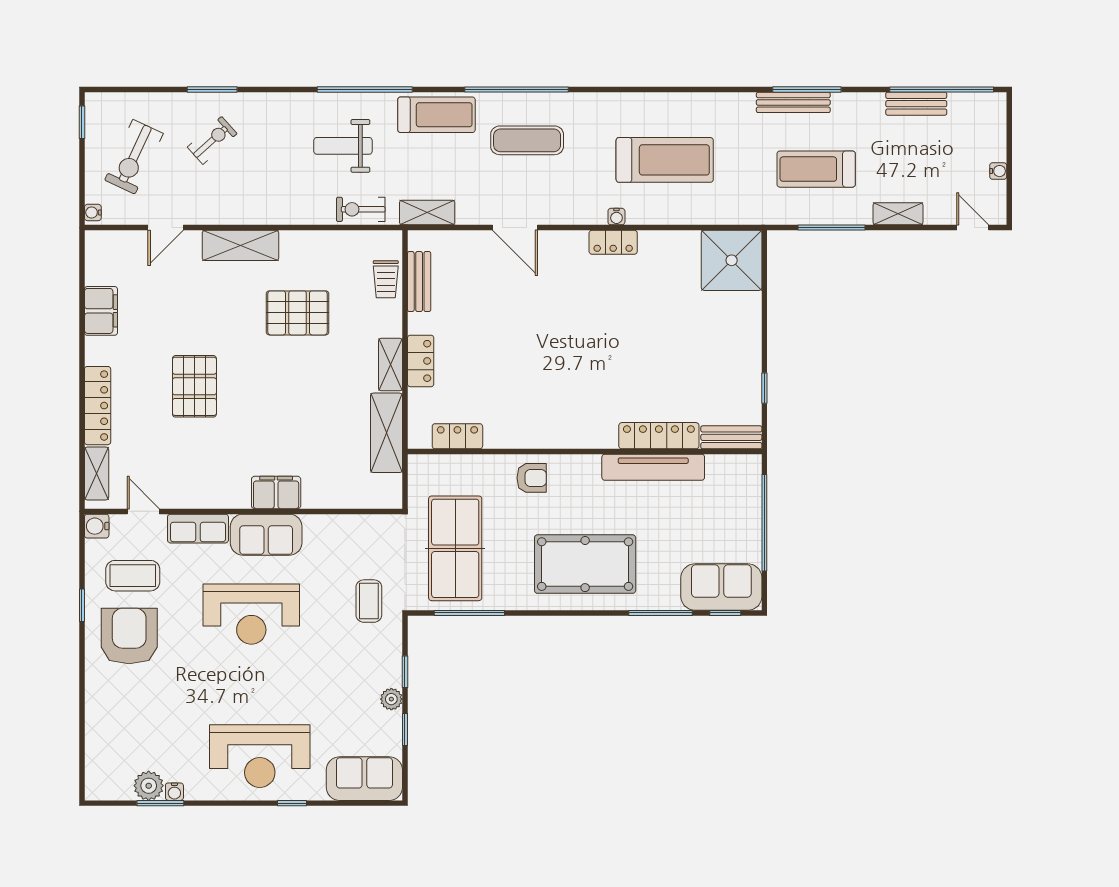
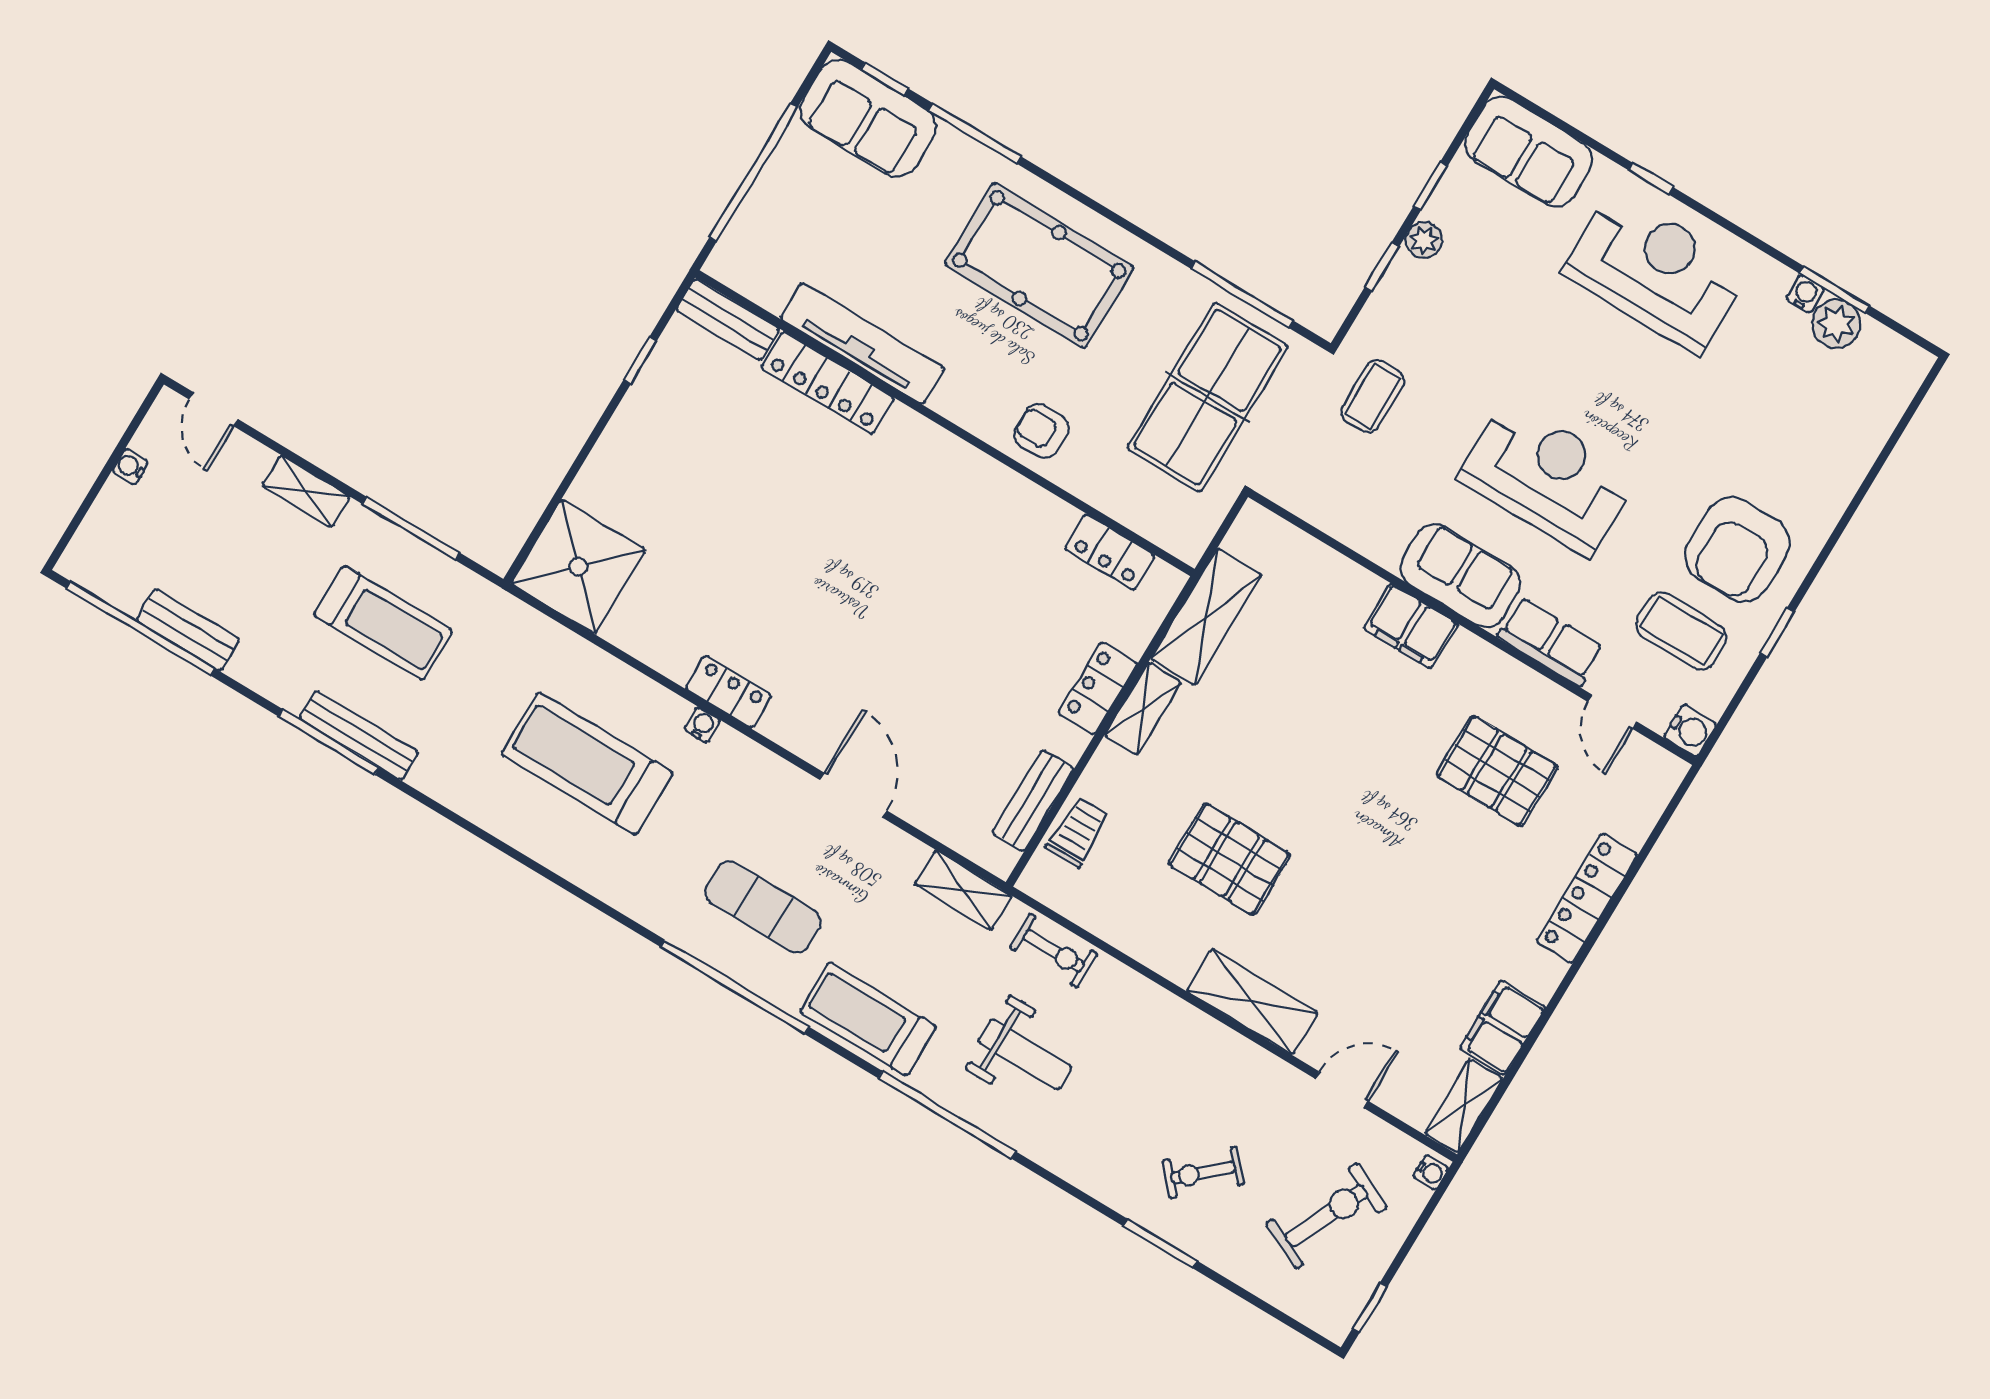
pallet: (194, 386) -> (1497, 771), moved, turned 90
shelving: (97, 473) -> (1464, 1106), moved

